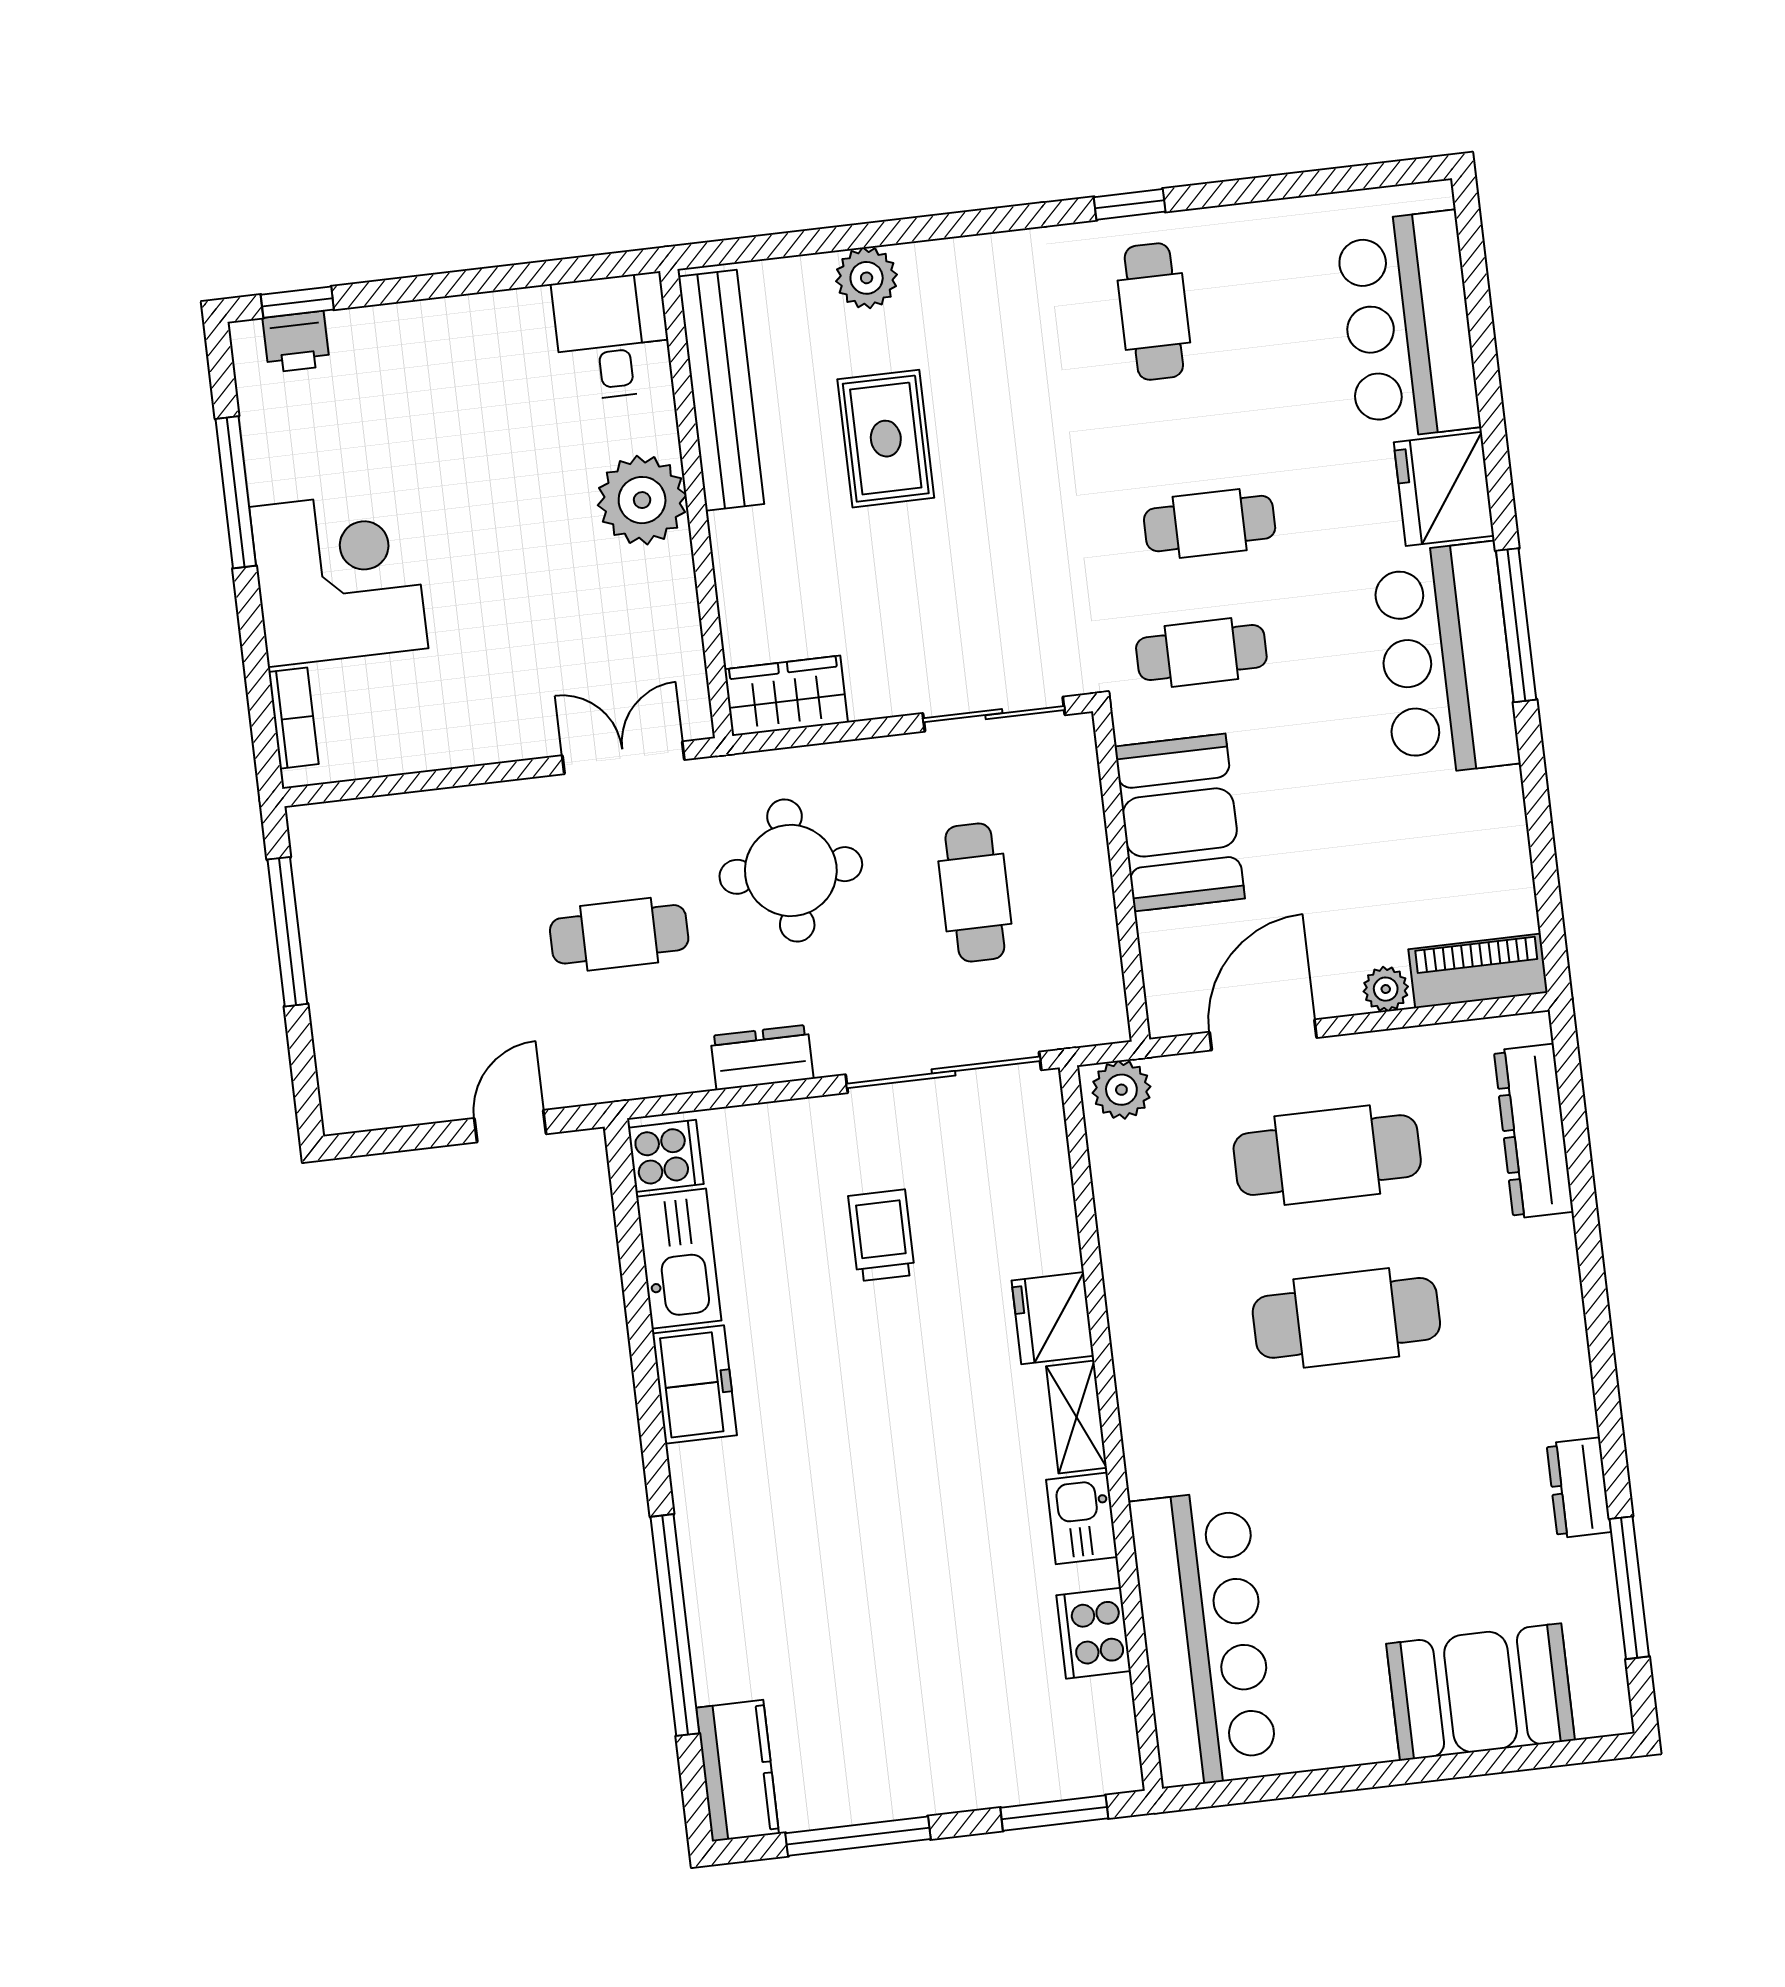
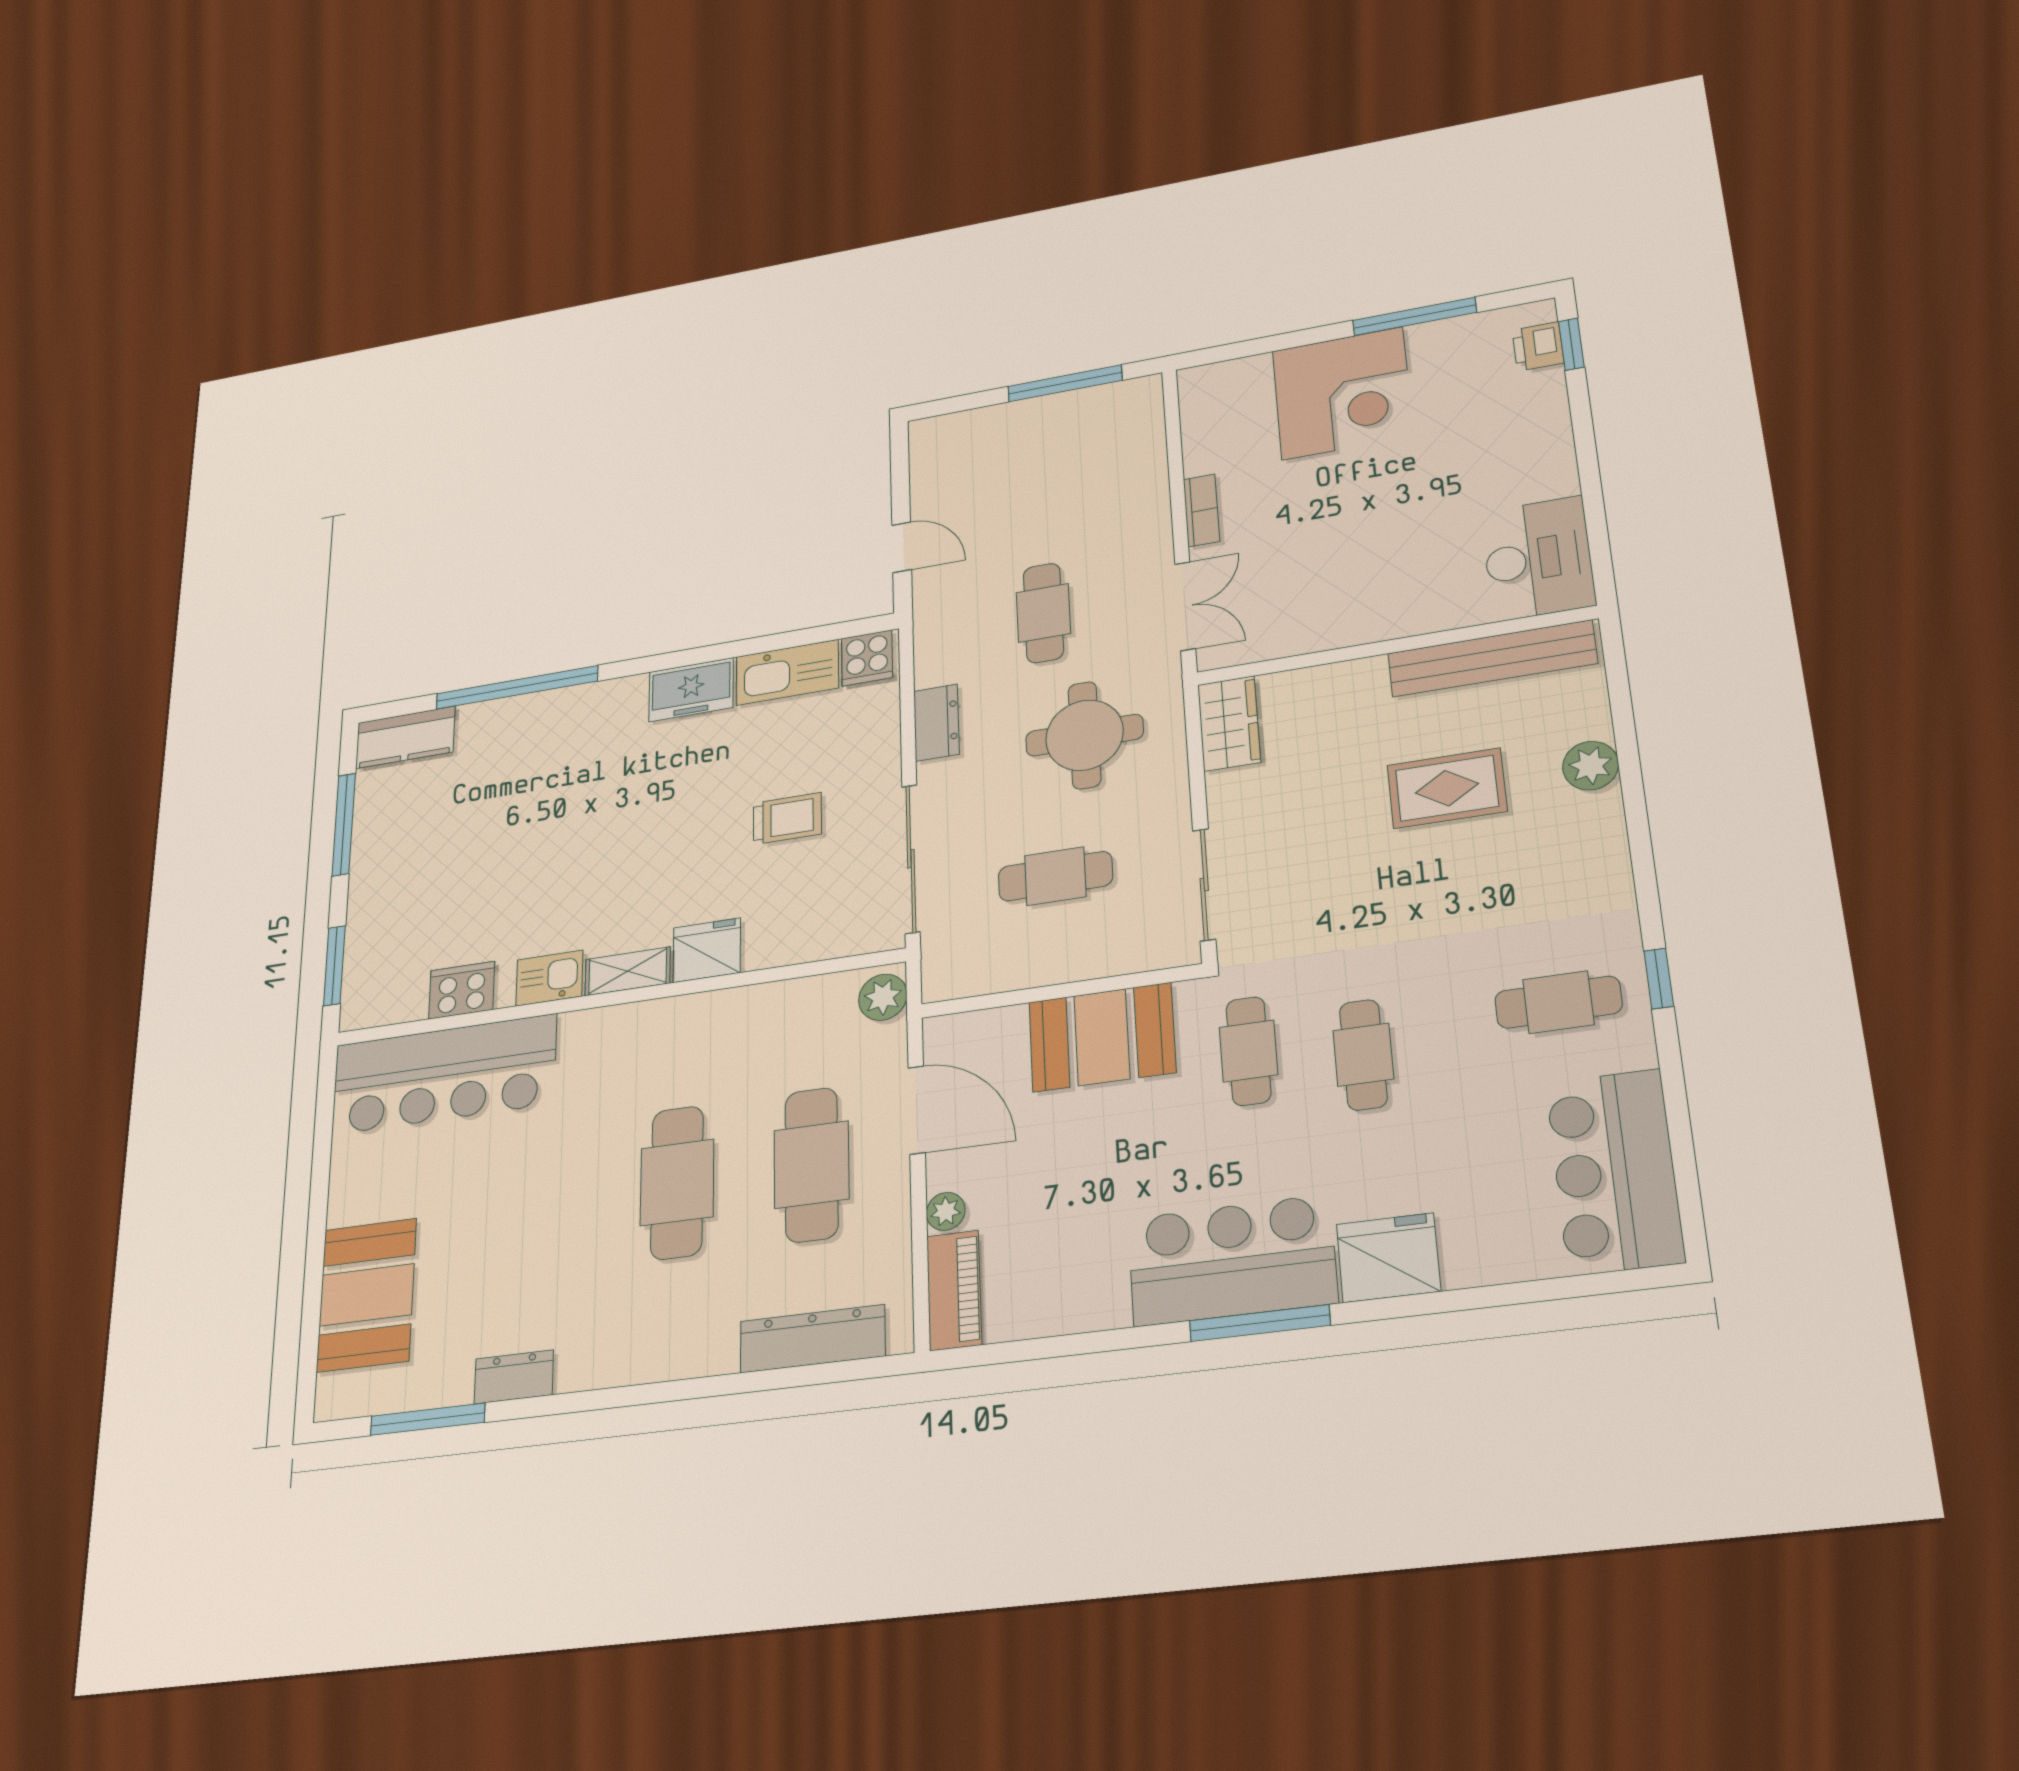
bar counter: (1408, 325) -> (1615, 1172), moved, turned -90
desk: (612, 337) -> (1538, 559), width x1.37
plant: (642, 500) -> (1399, 605), removed
bookcase: (293, 718) -> (1201, 510), moved, turned -90

